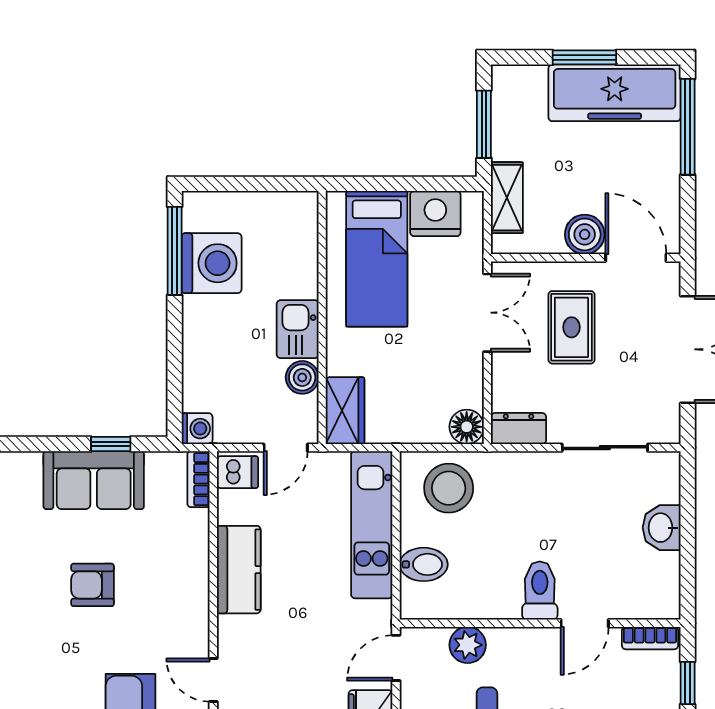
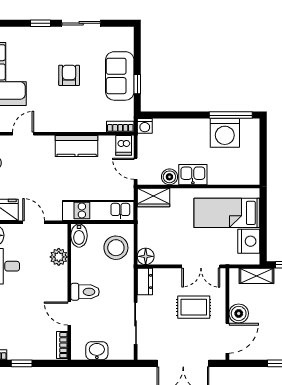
toilet: (540, 591) -> (85, 292), moved
wall: (540, 623) -> (69, 292), moved
door: (585, 623) -> (69, 313), moved
bookcase: (650, 638) -> (62, 345), moved
plant: (468, 645) -> (59, 257), moved

